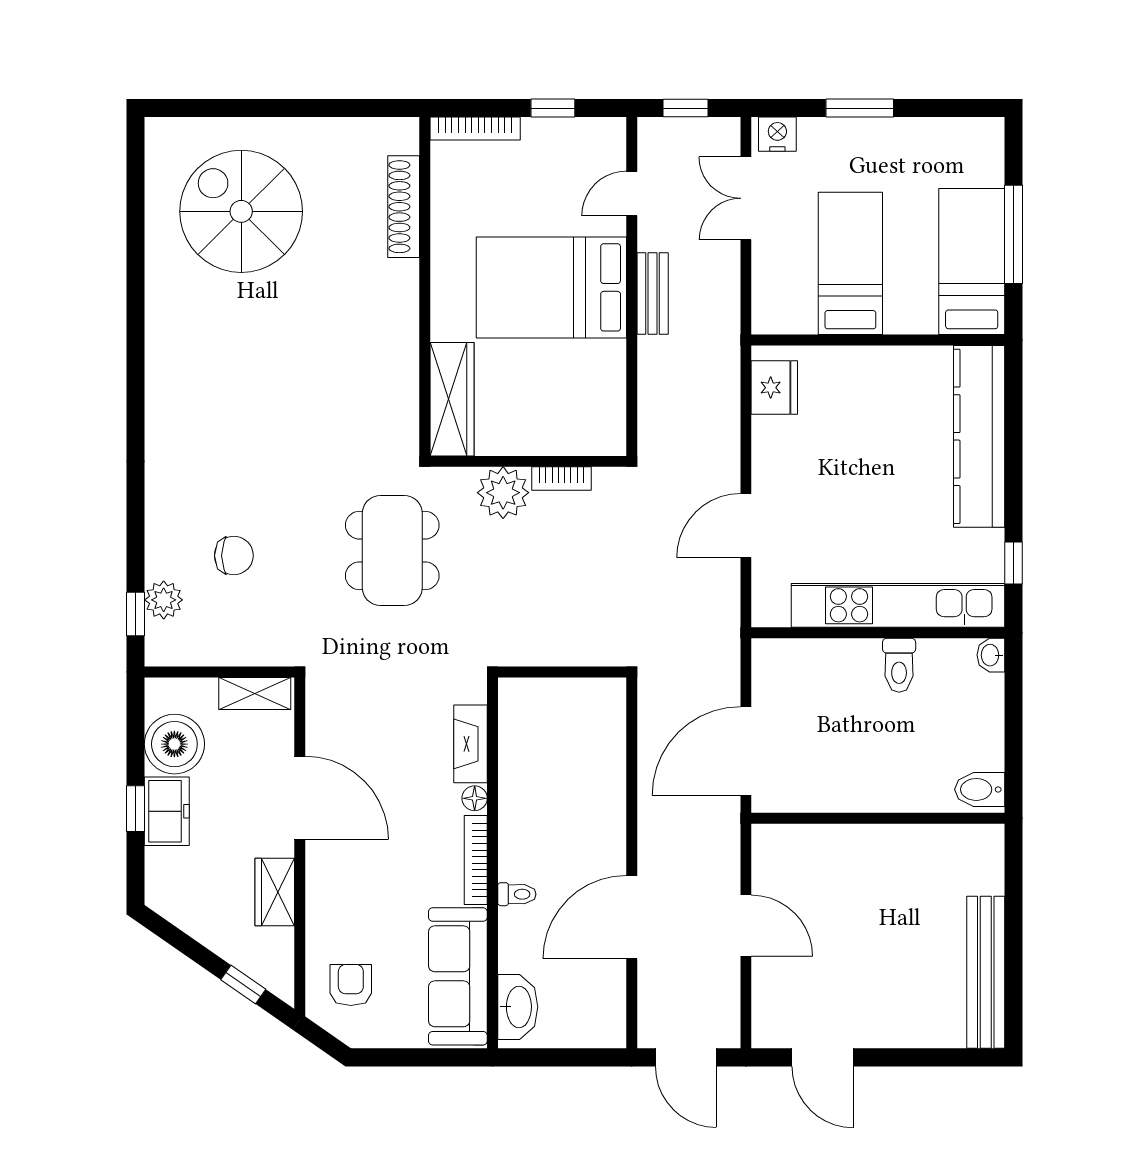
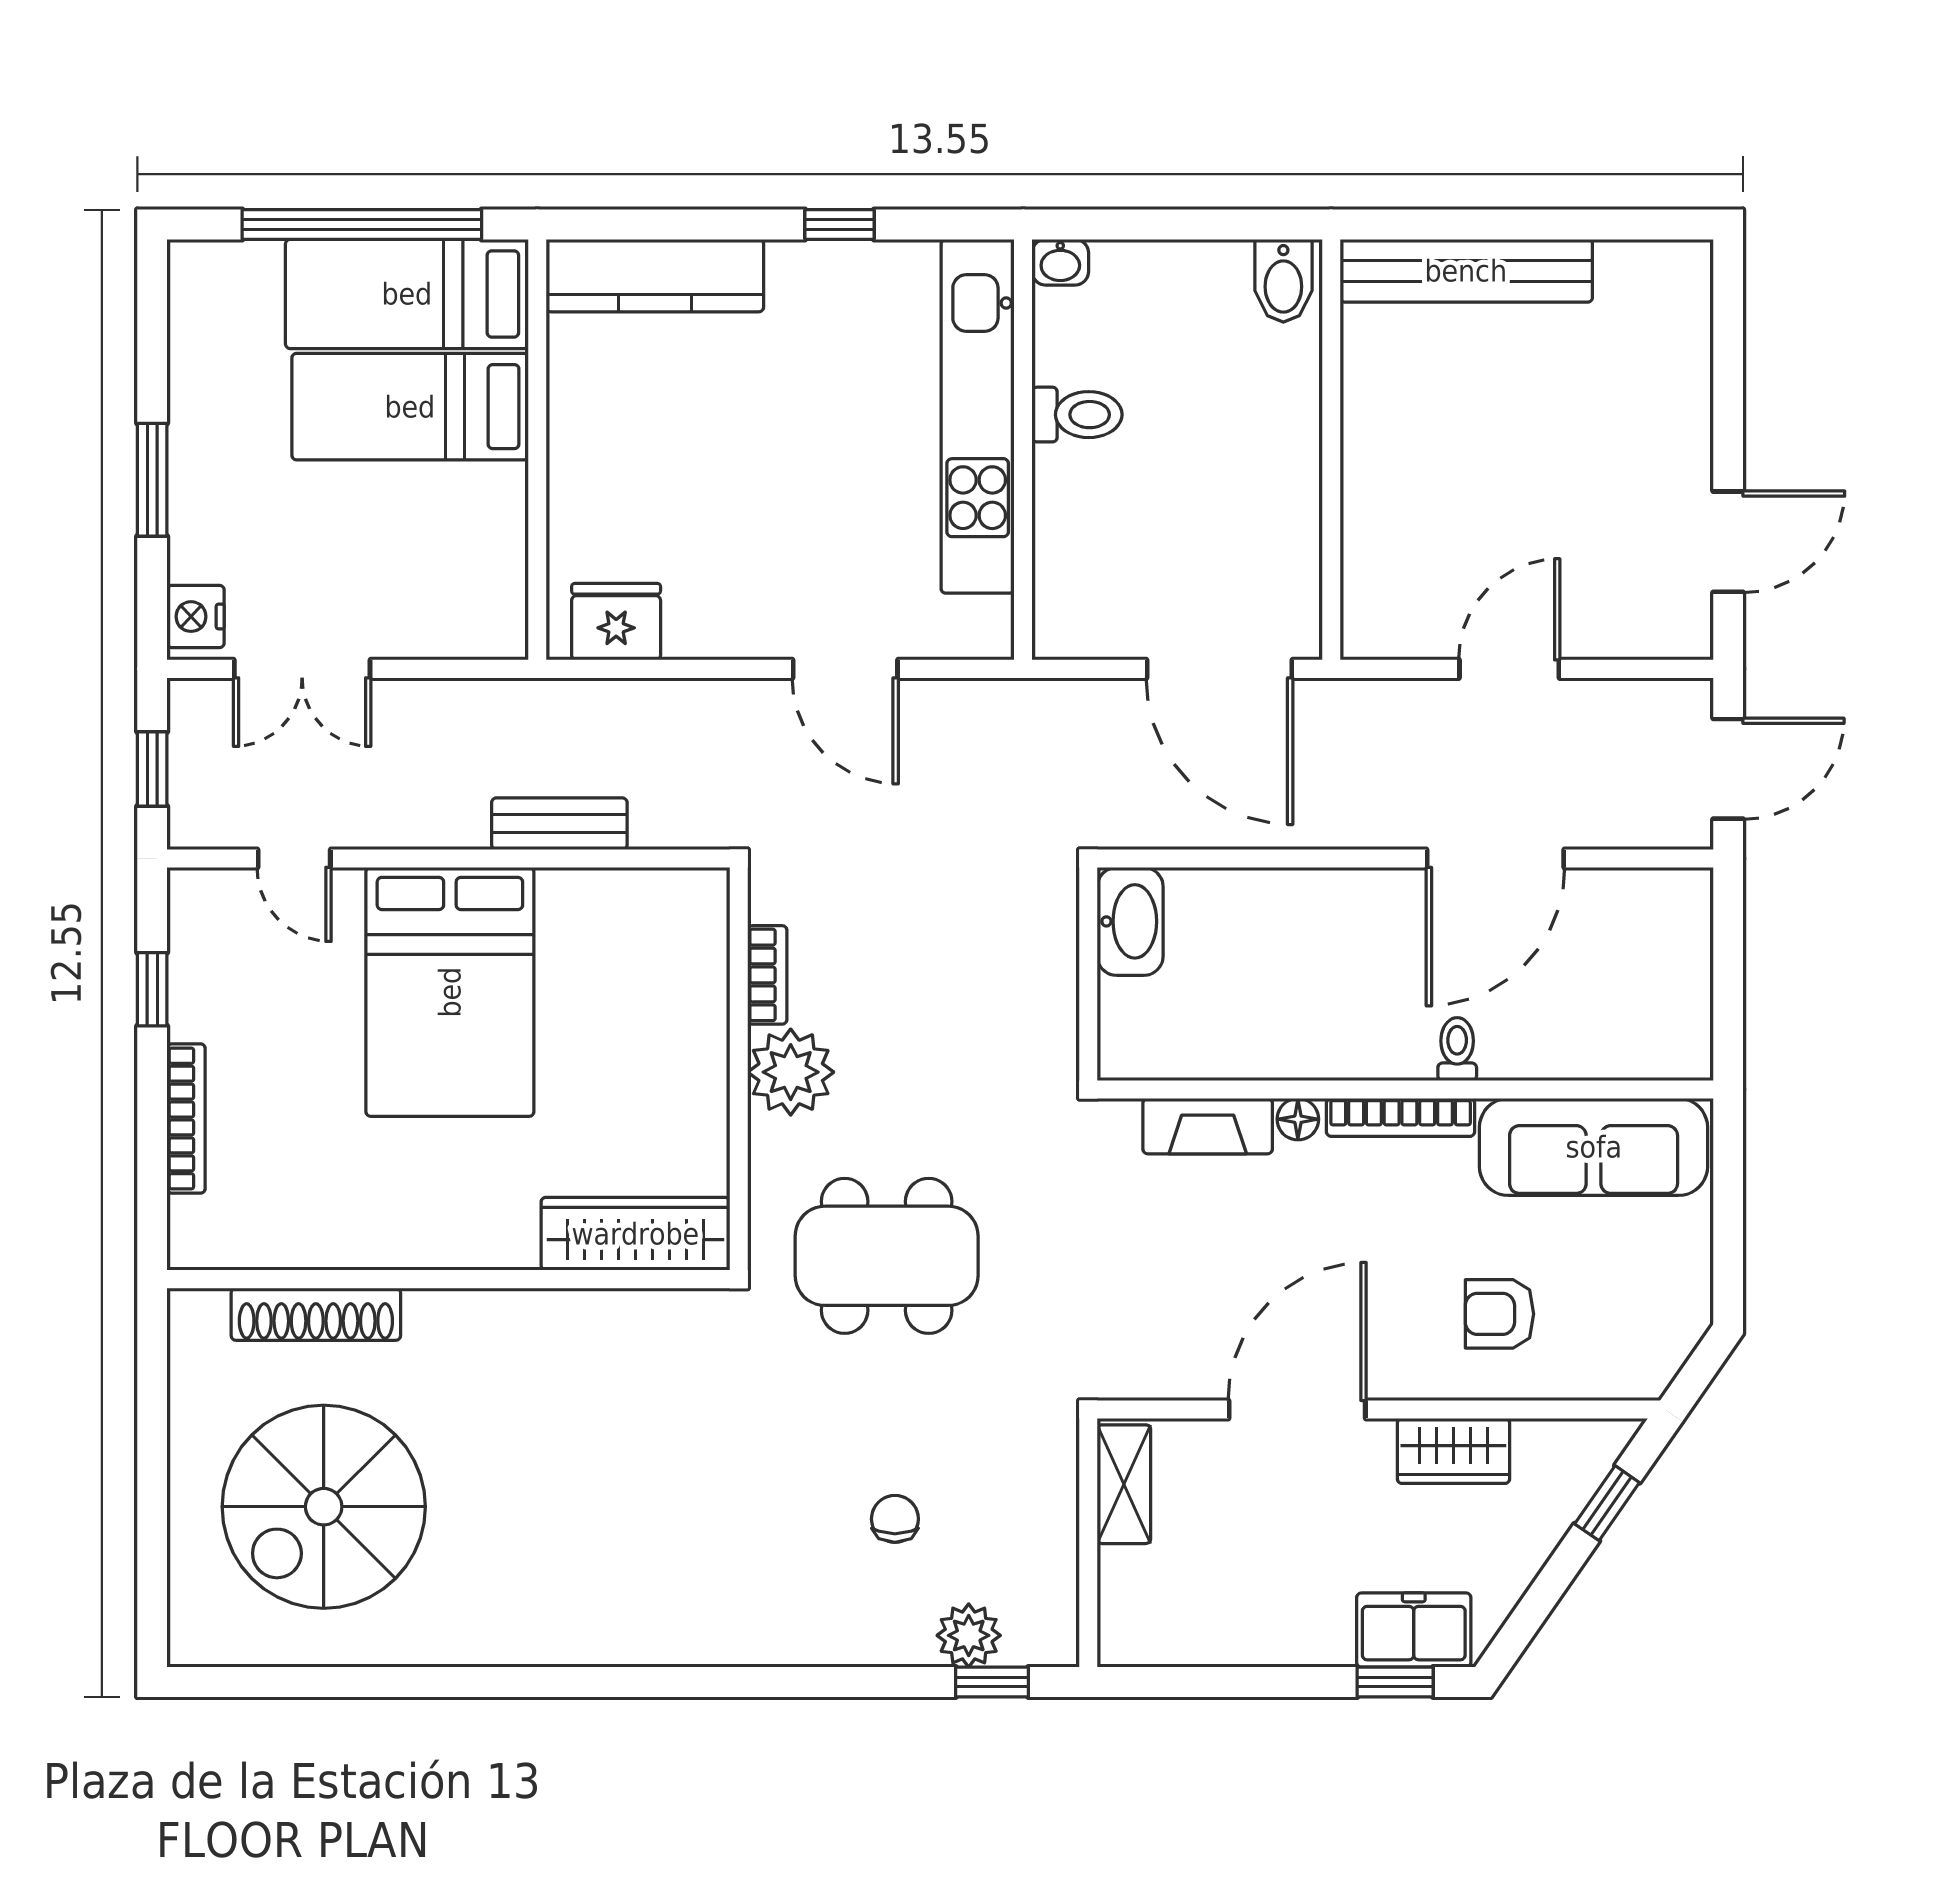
shoe rack: (404, 207) -> (316, 1314), moved
window: (1014, 234) -> (362, 225), width x1.46
bed: (850, 263) -> (410, 407), moved
wall: (425, 287) -> (448, 1279), moved
bench: (653, 294) -> (559, 824), moved
wardrobe: (452, 399) -> (635, 1234), moved
kitchen counter: (979, 436) -> (655, 276), width x0.72, depth x0.86
chair: (234, 556) -> (895, 1519), width x0.73, depth x0.73
window: (1014, 563) -> (840, 225), moved
boiler: (174, 744) -> (1208, 1617), removed
window: (136, 809) -> (1395, 1682), moved
freezer: (167, 811) -> (1414, 1630), moved
door: (632, 917) -> (1495, 858), hinge flipped
bench: (986, 972) -> (1466, 271), moved
armchair: (351, 985) -> (1500, 1314), moved
washbasin: (518, 1007) -> (1130, 921), moved, turned 90

